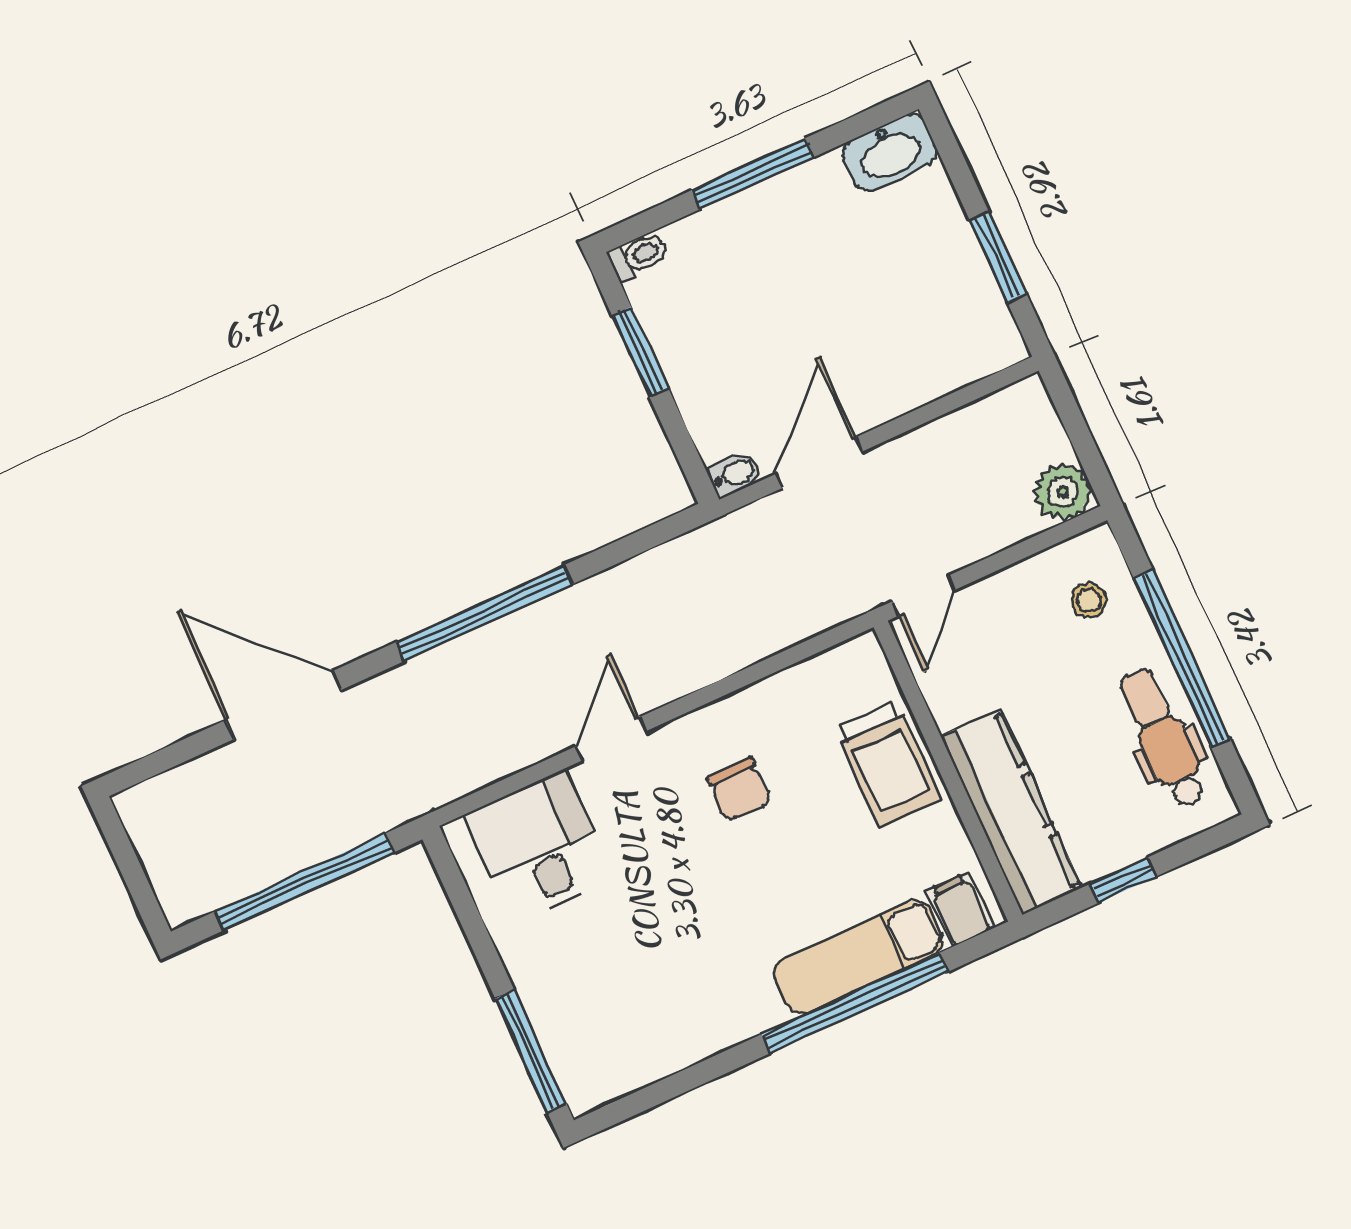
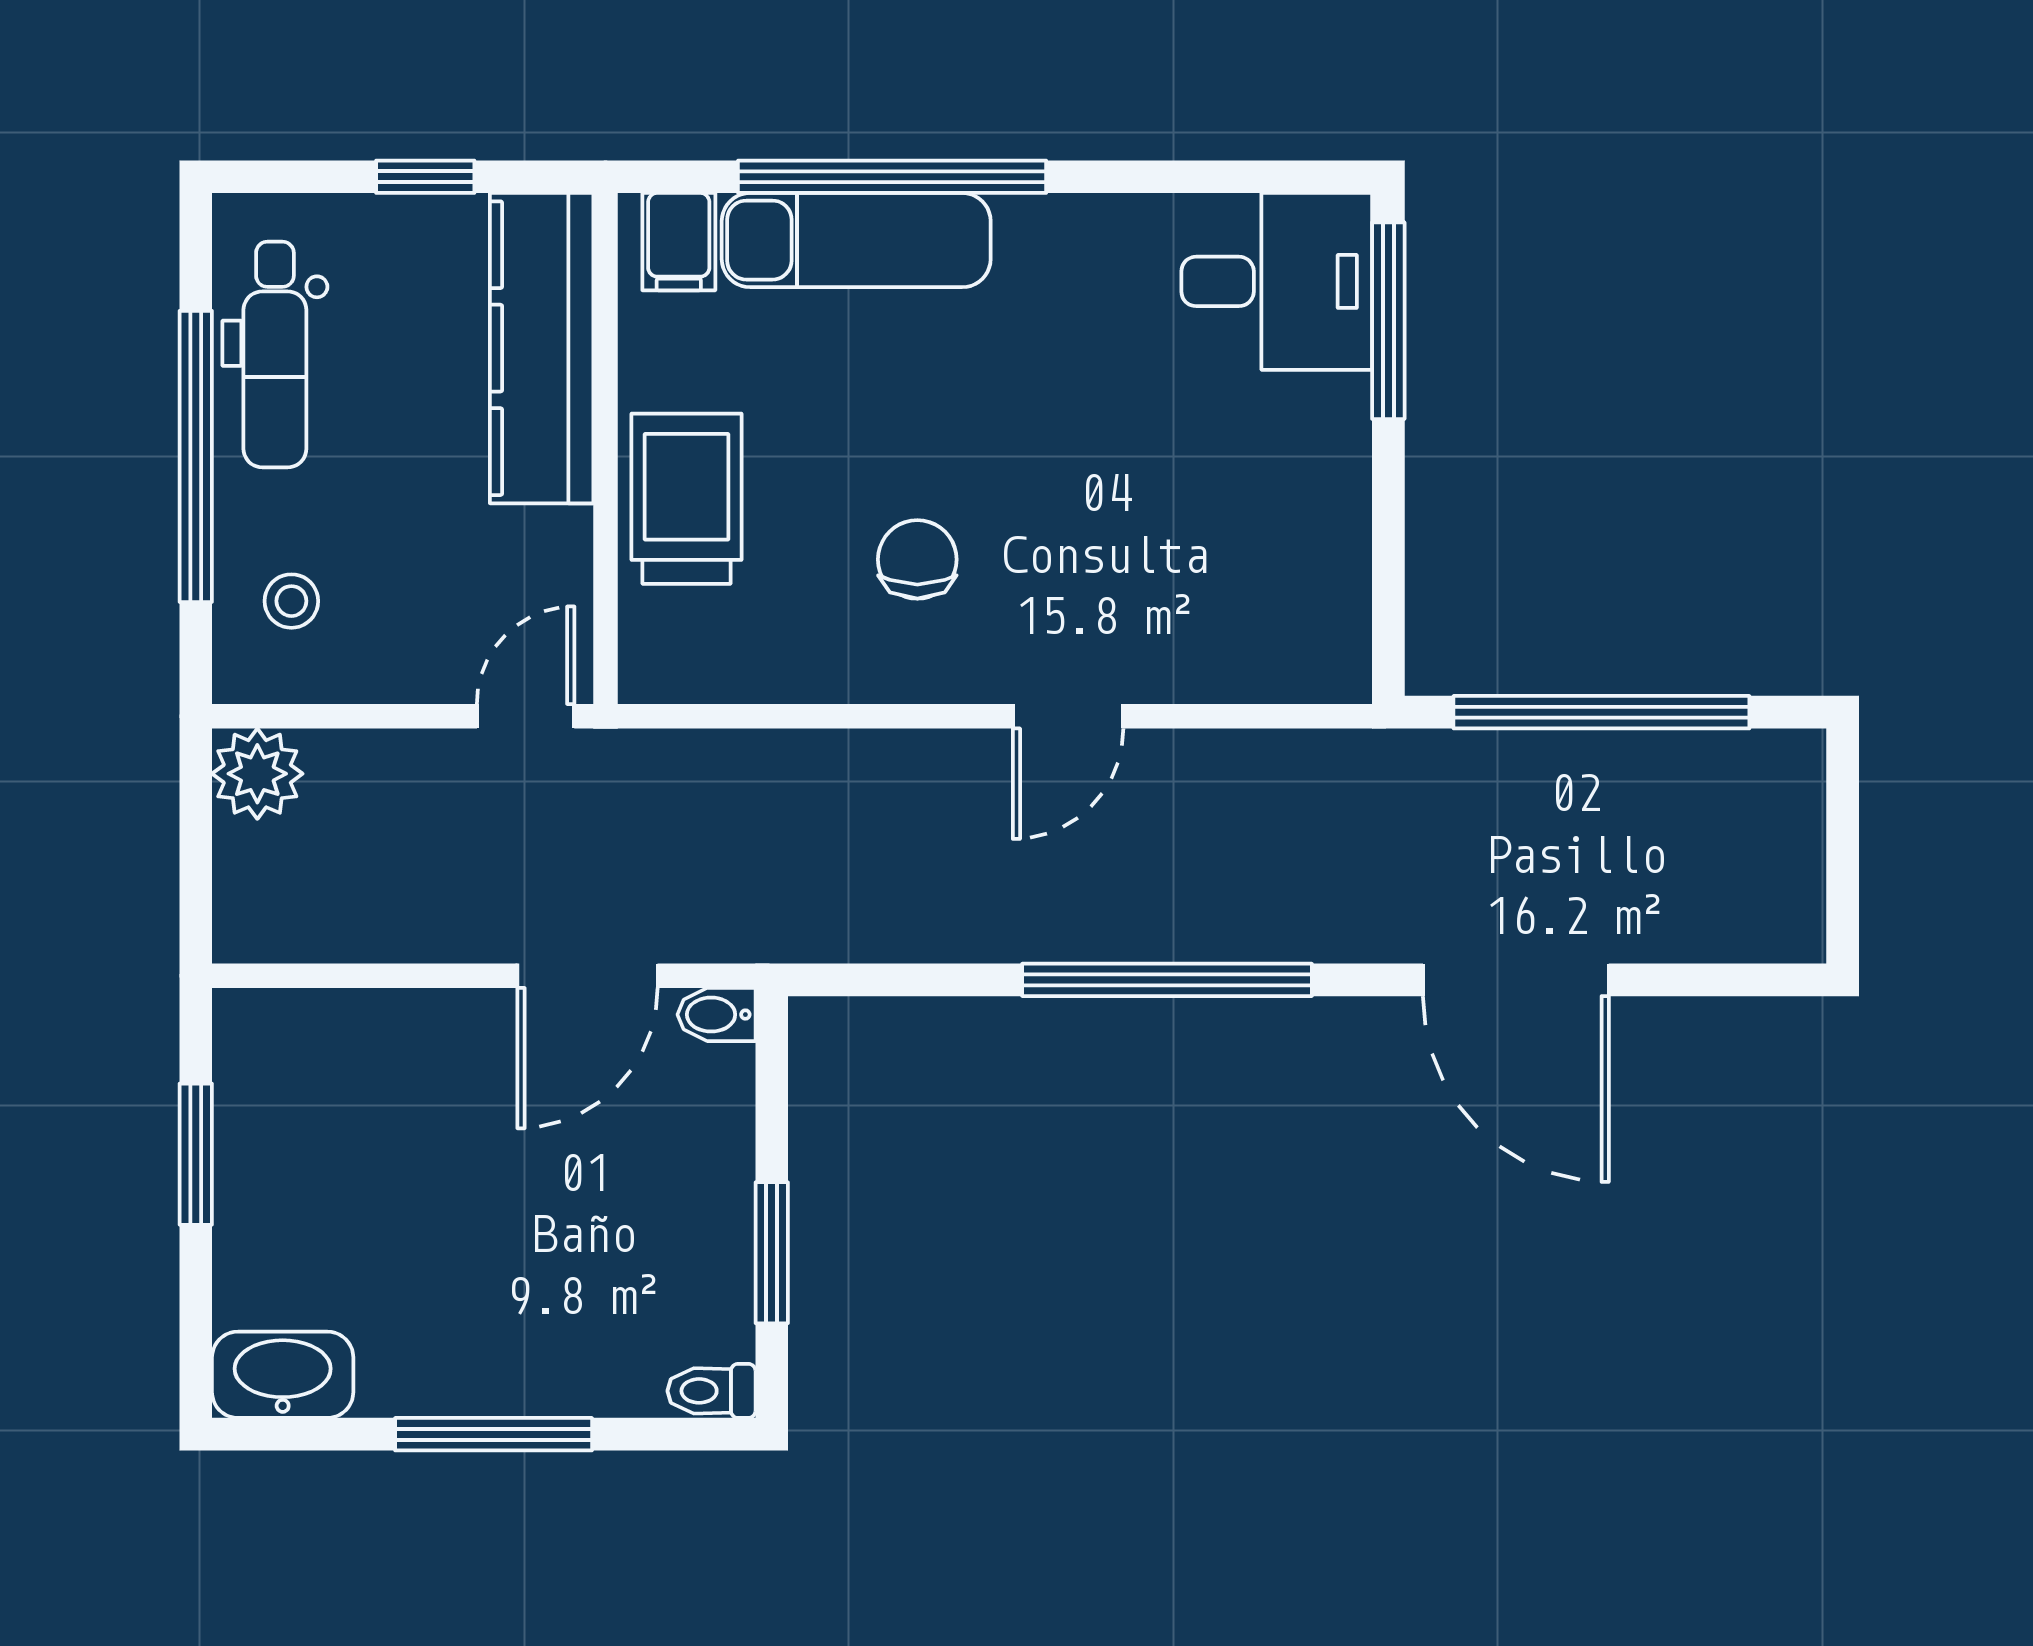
desk: (540, 846) -> (1277, 281), moved, turned -90

